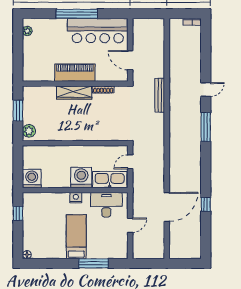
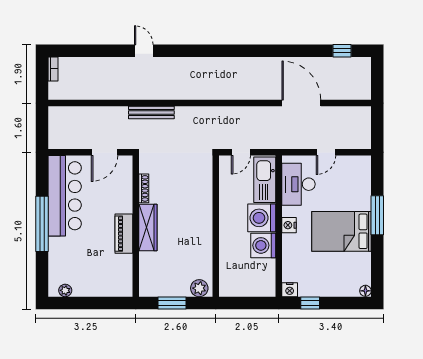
piano: (75, 73) -> (124, 234), width x0.73, depth x0.75
window: (206, 127) -> (194, 51), removed
door: (130, 162) -> (241, 152), hinge flipped
washing machine: (32, 179) -> (263, 245), moved
nightstand: (28, 198) -> (290, 290), added
window: (206, 204) -> (342, 51), moved
door: (130, 225) -> (326, 152), swing flipped
bed: (76, 237) -> (341, 231), width x1.50
window: (94, 263) -> (377, 215), moved

